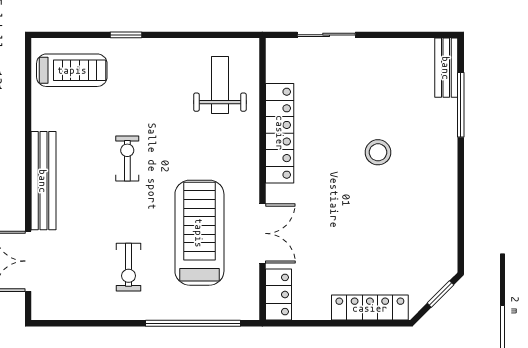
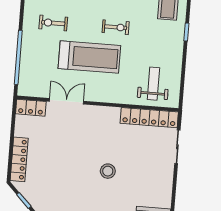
weight bench: (220, 85) -> (153, 84), turned -90
locker: (280, 133) -> (149, 118), moved
treadmill: (199, 233) -> (89, 57), moved
double door: (262, 233) -> (66, 101), swing flipped

